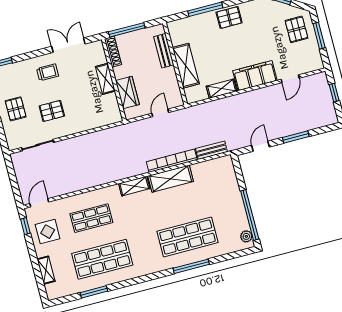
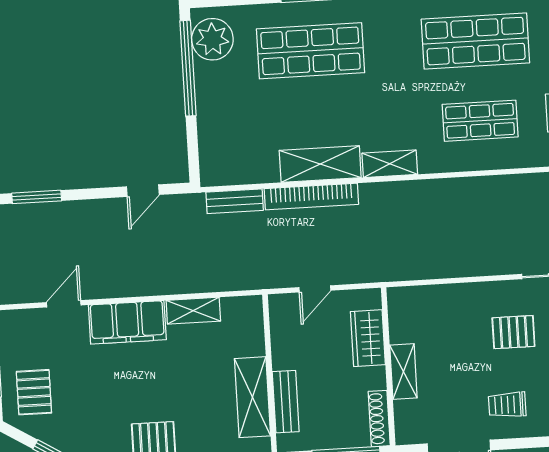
shelving: (186, 66) -> (253, 397), moved
window: (296, 137) -> (37, 197), moved
plant: (246, 236) -> (212, 39), width x1.88, depth x1.88

